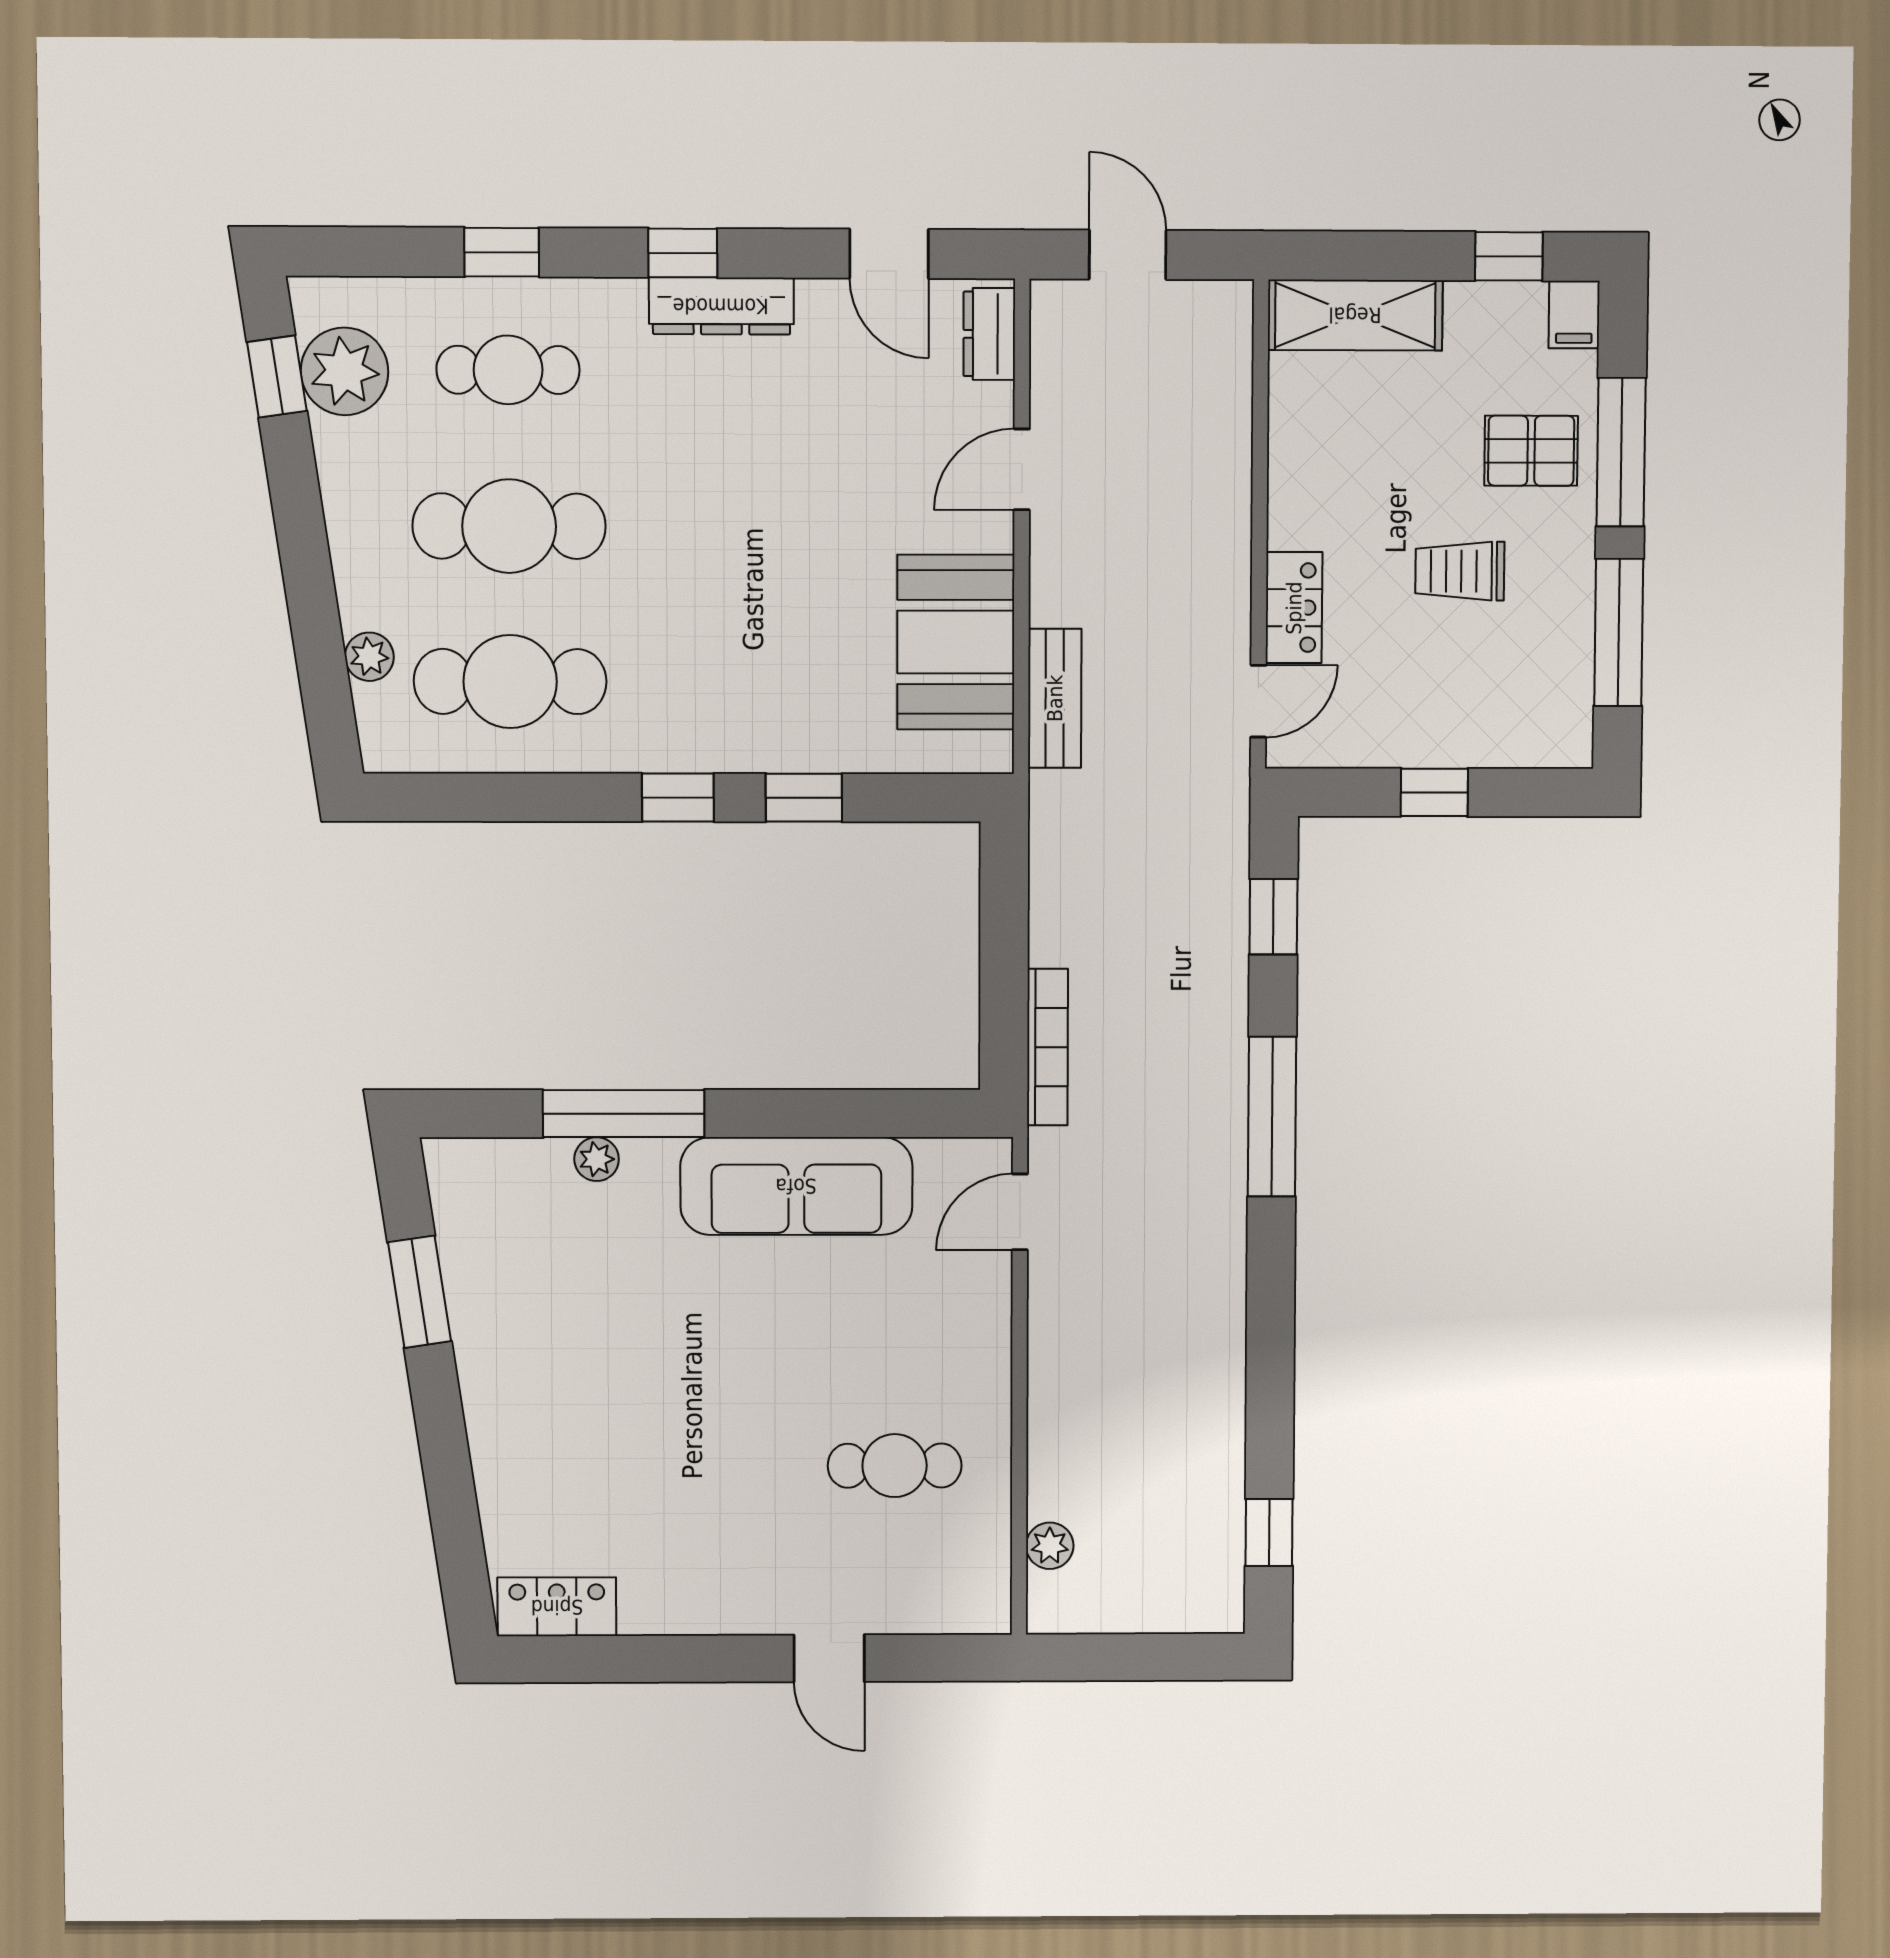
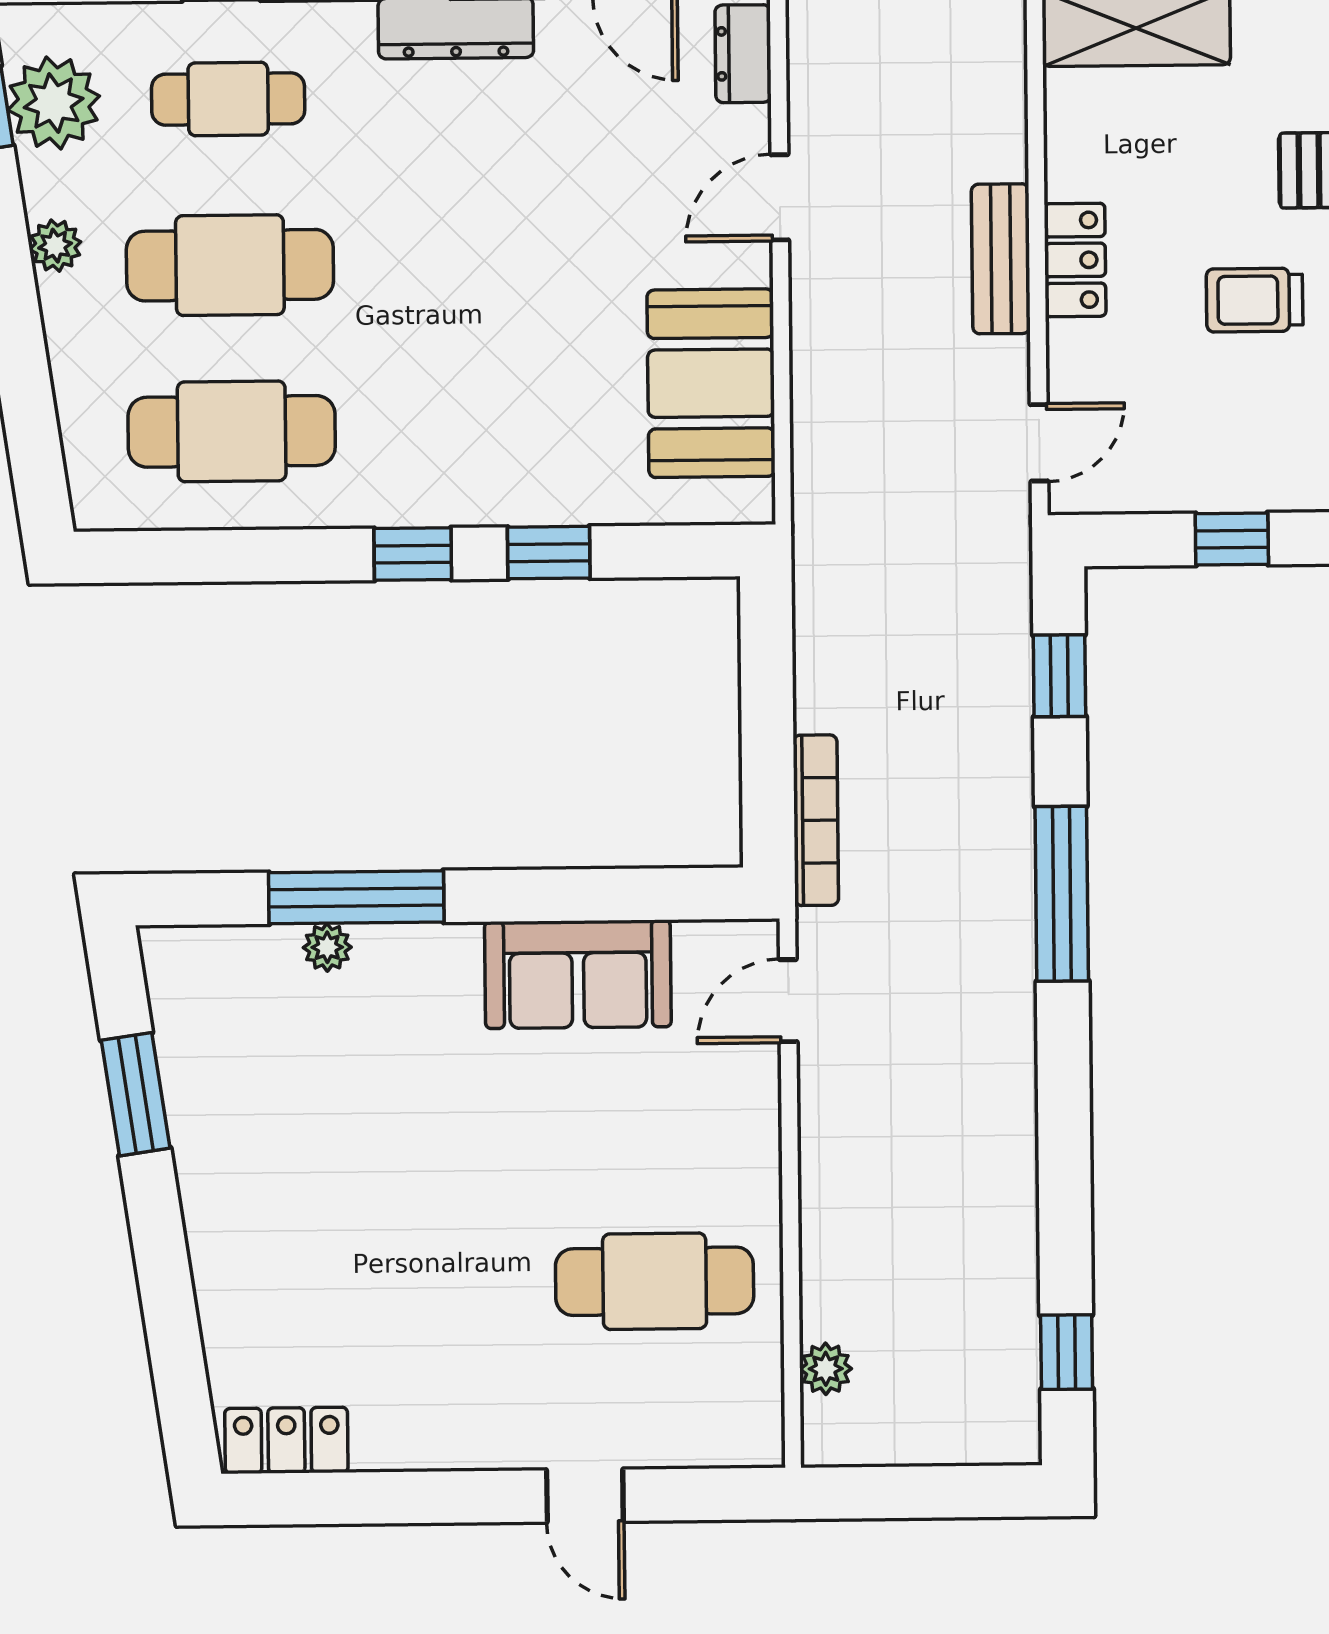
locker: (1294, 608) -> (1075, 260), moved
plant: (369, 657) -> (55, 246), moved
bench: (1055, 698) -> (1001, 259), moved
sofa: (796, 1186) -> (578, 974), width x0.73
cafe table: (895, 1466) -> (655, 1281), width x1.37, depth x1.35

